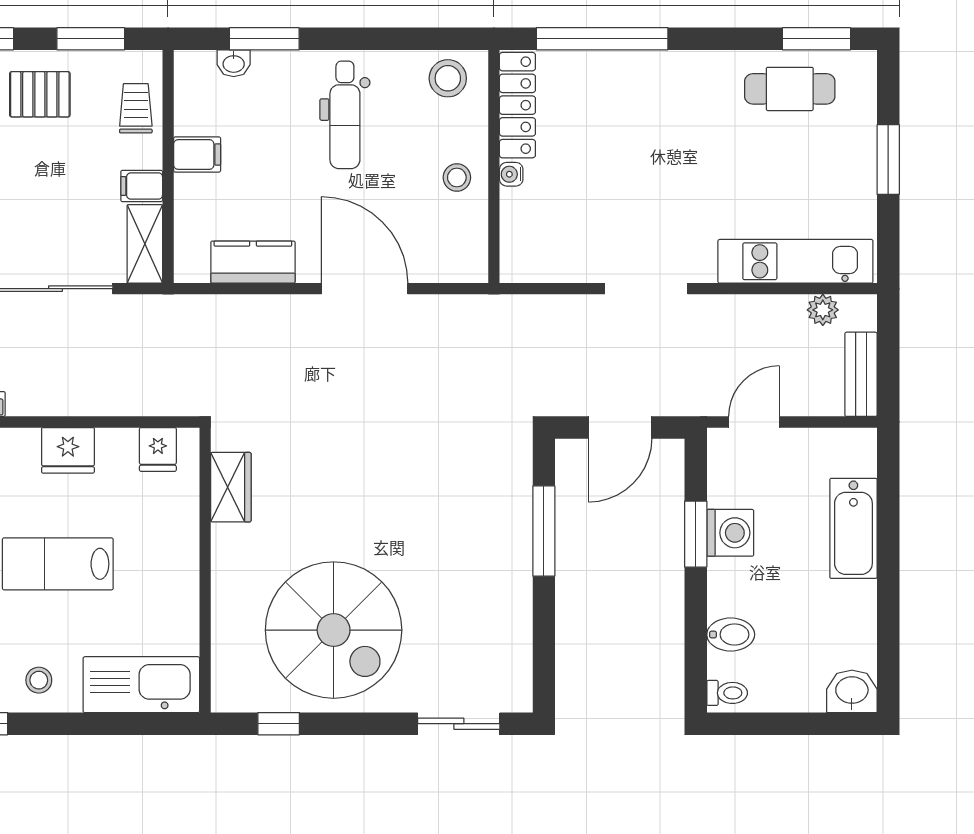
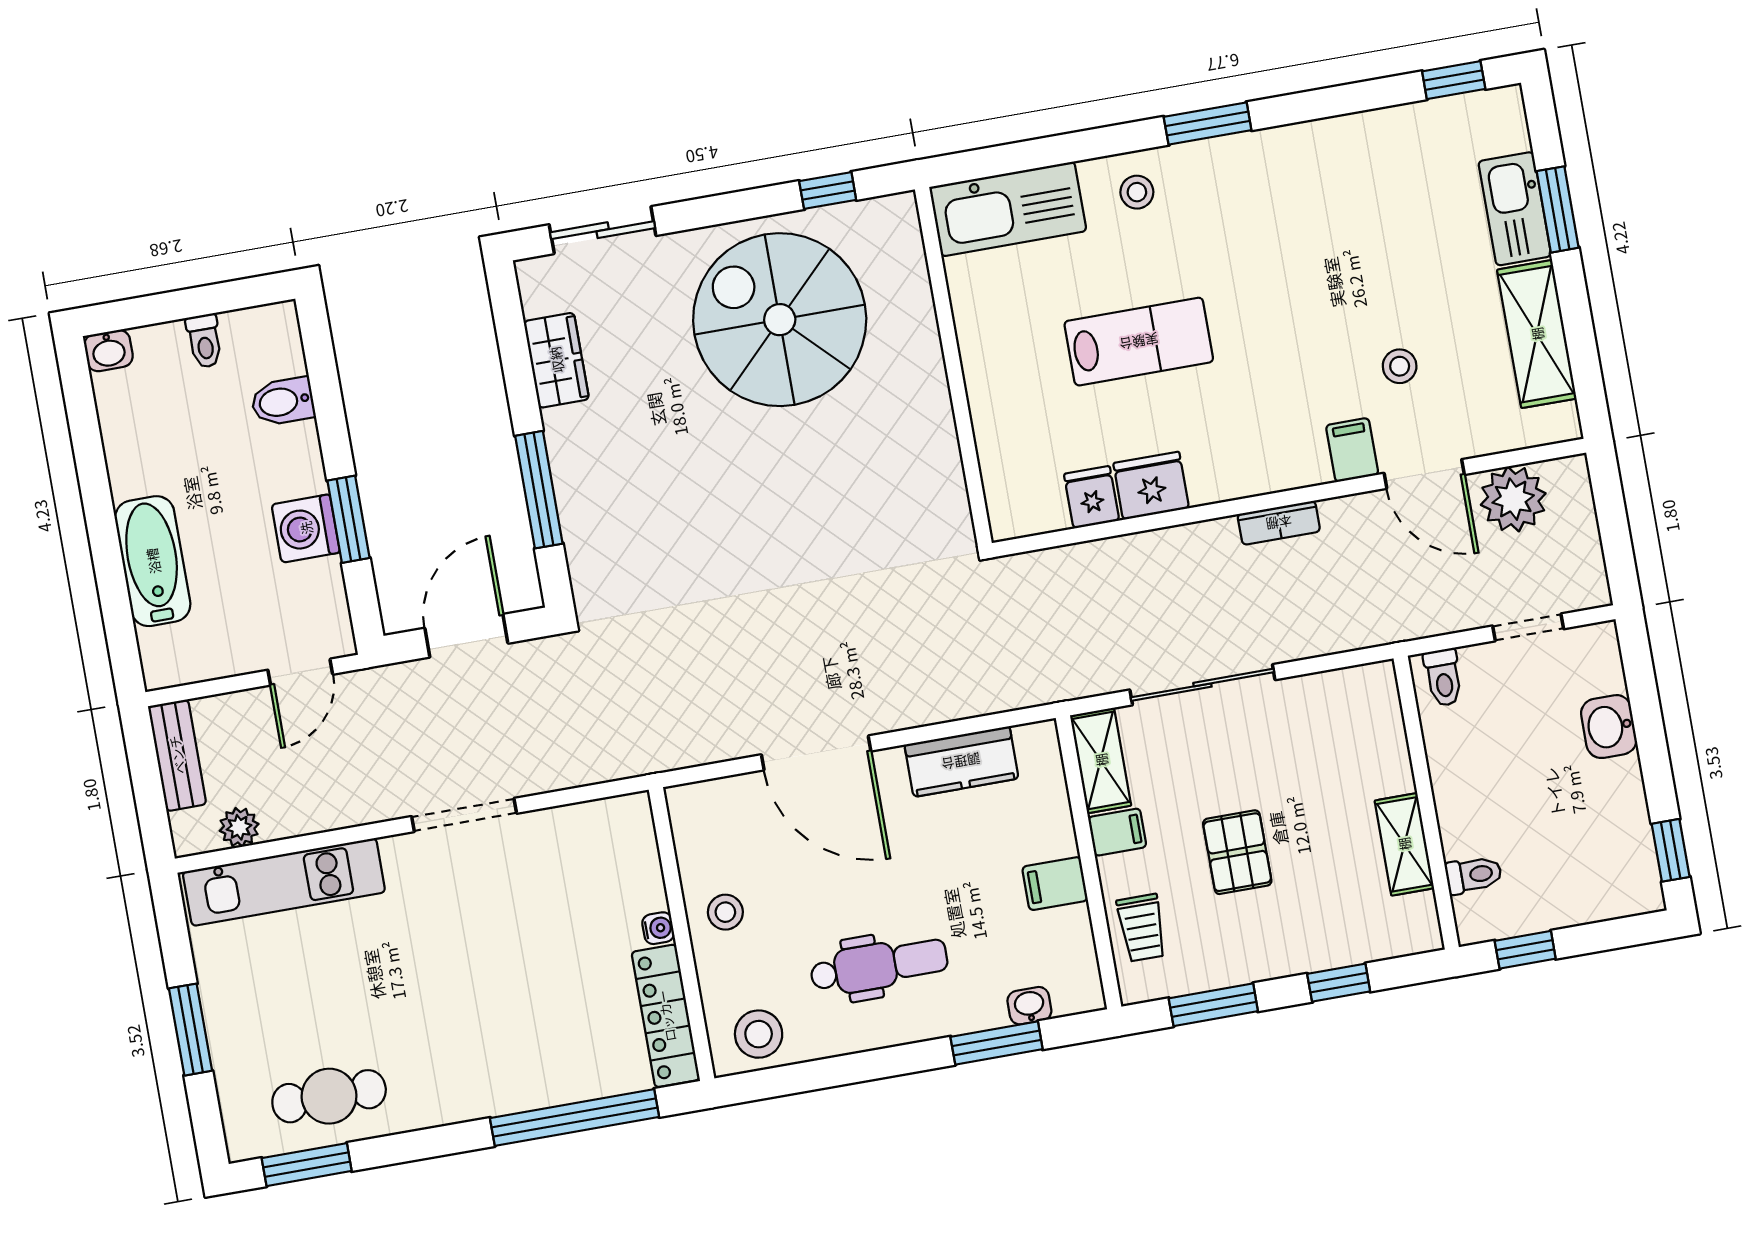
pallet: (40, 94) -> (1237, 852), moved, turned 90
dental chair: (345, 115) -> (879, 966), turned 90
fridge: (158, 449) -> (1092, 497), moved
wardrobe: (231, 487) -> (556, 360), moved, turned 180
washbasin: (852, 691) -> (109, 351), width x0.72, depth x0.69
toilet: (727, 693) -> (204, 341), moved, turned -90

